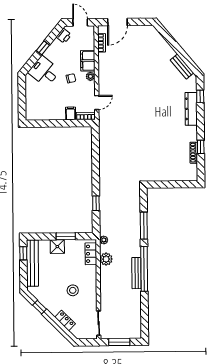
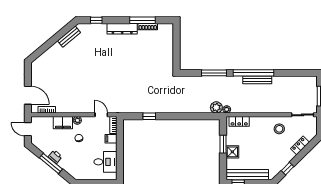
door: (80, 22) -> (28, 129), hinge flipped
printer: (64, 36) -> (55, 157), moved
window: (43, 48) -> (51, 163), width x2.17
desk: (44, 71) -> (105, 162), moved, turned -129
dresser: (191, 109) -> (122, 29), moved
window: (201, 147) -> (143, 20), width x2.17
window: (96, 203) -> (149, 116), moved
plant: (106, 259) -> (216, 107), moved
stool: (73, 290) -> (279, 129), moved

